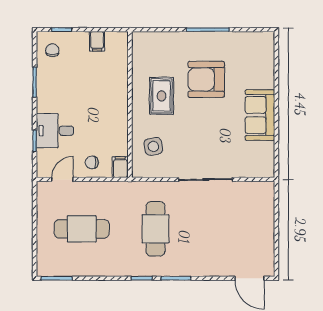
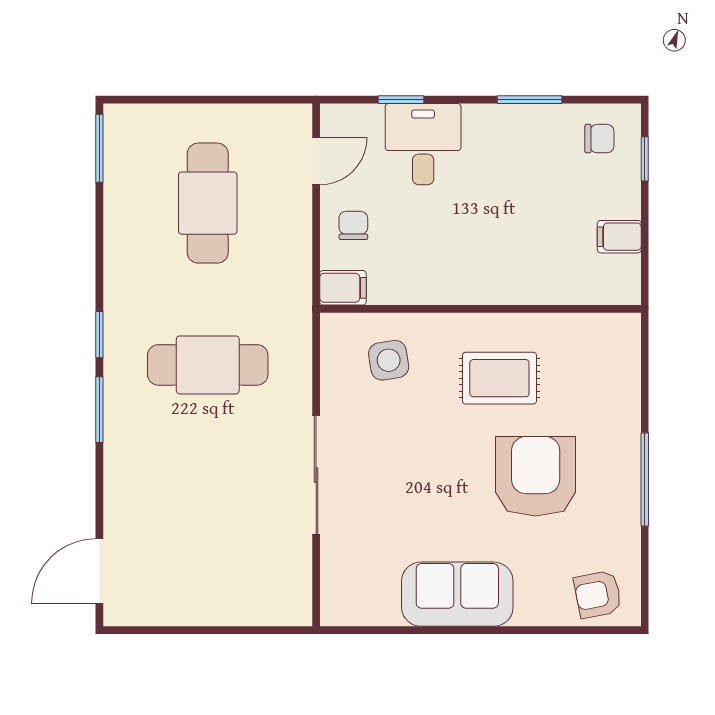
armchair: (260, 51) -> (598, 594), added
door: (63, 179) -> (316, 161), hinge flipped

